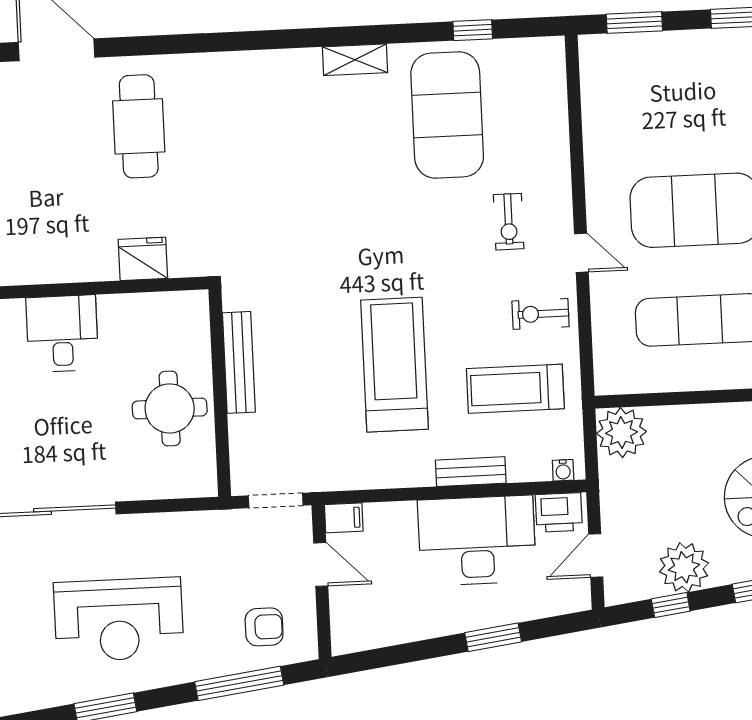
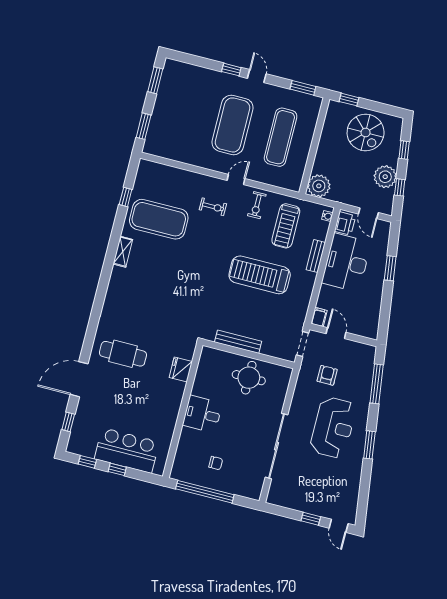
door: (321, 564) -> (336, 333), hinge flipped
armchair: (264, 627) -> (327, 375), moved

